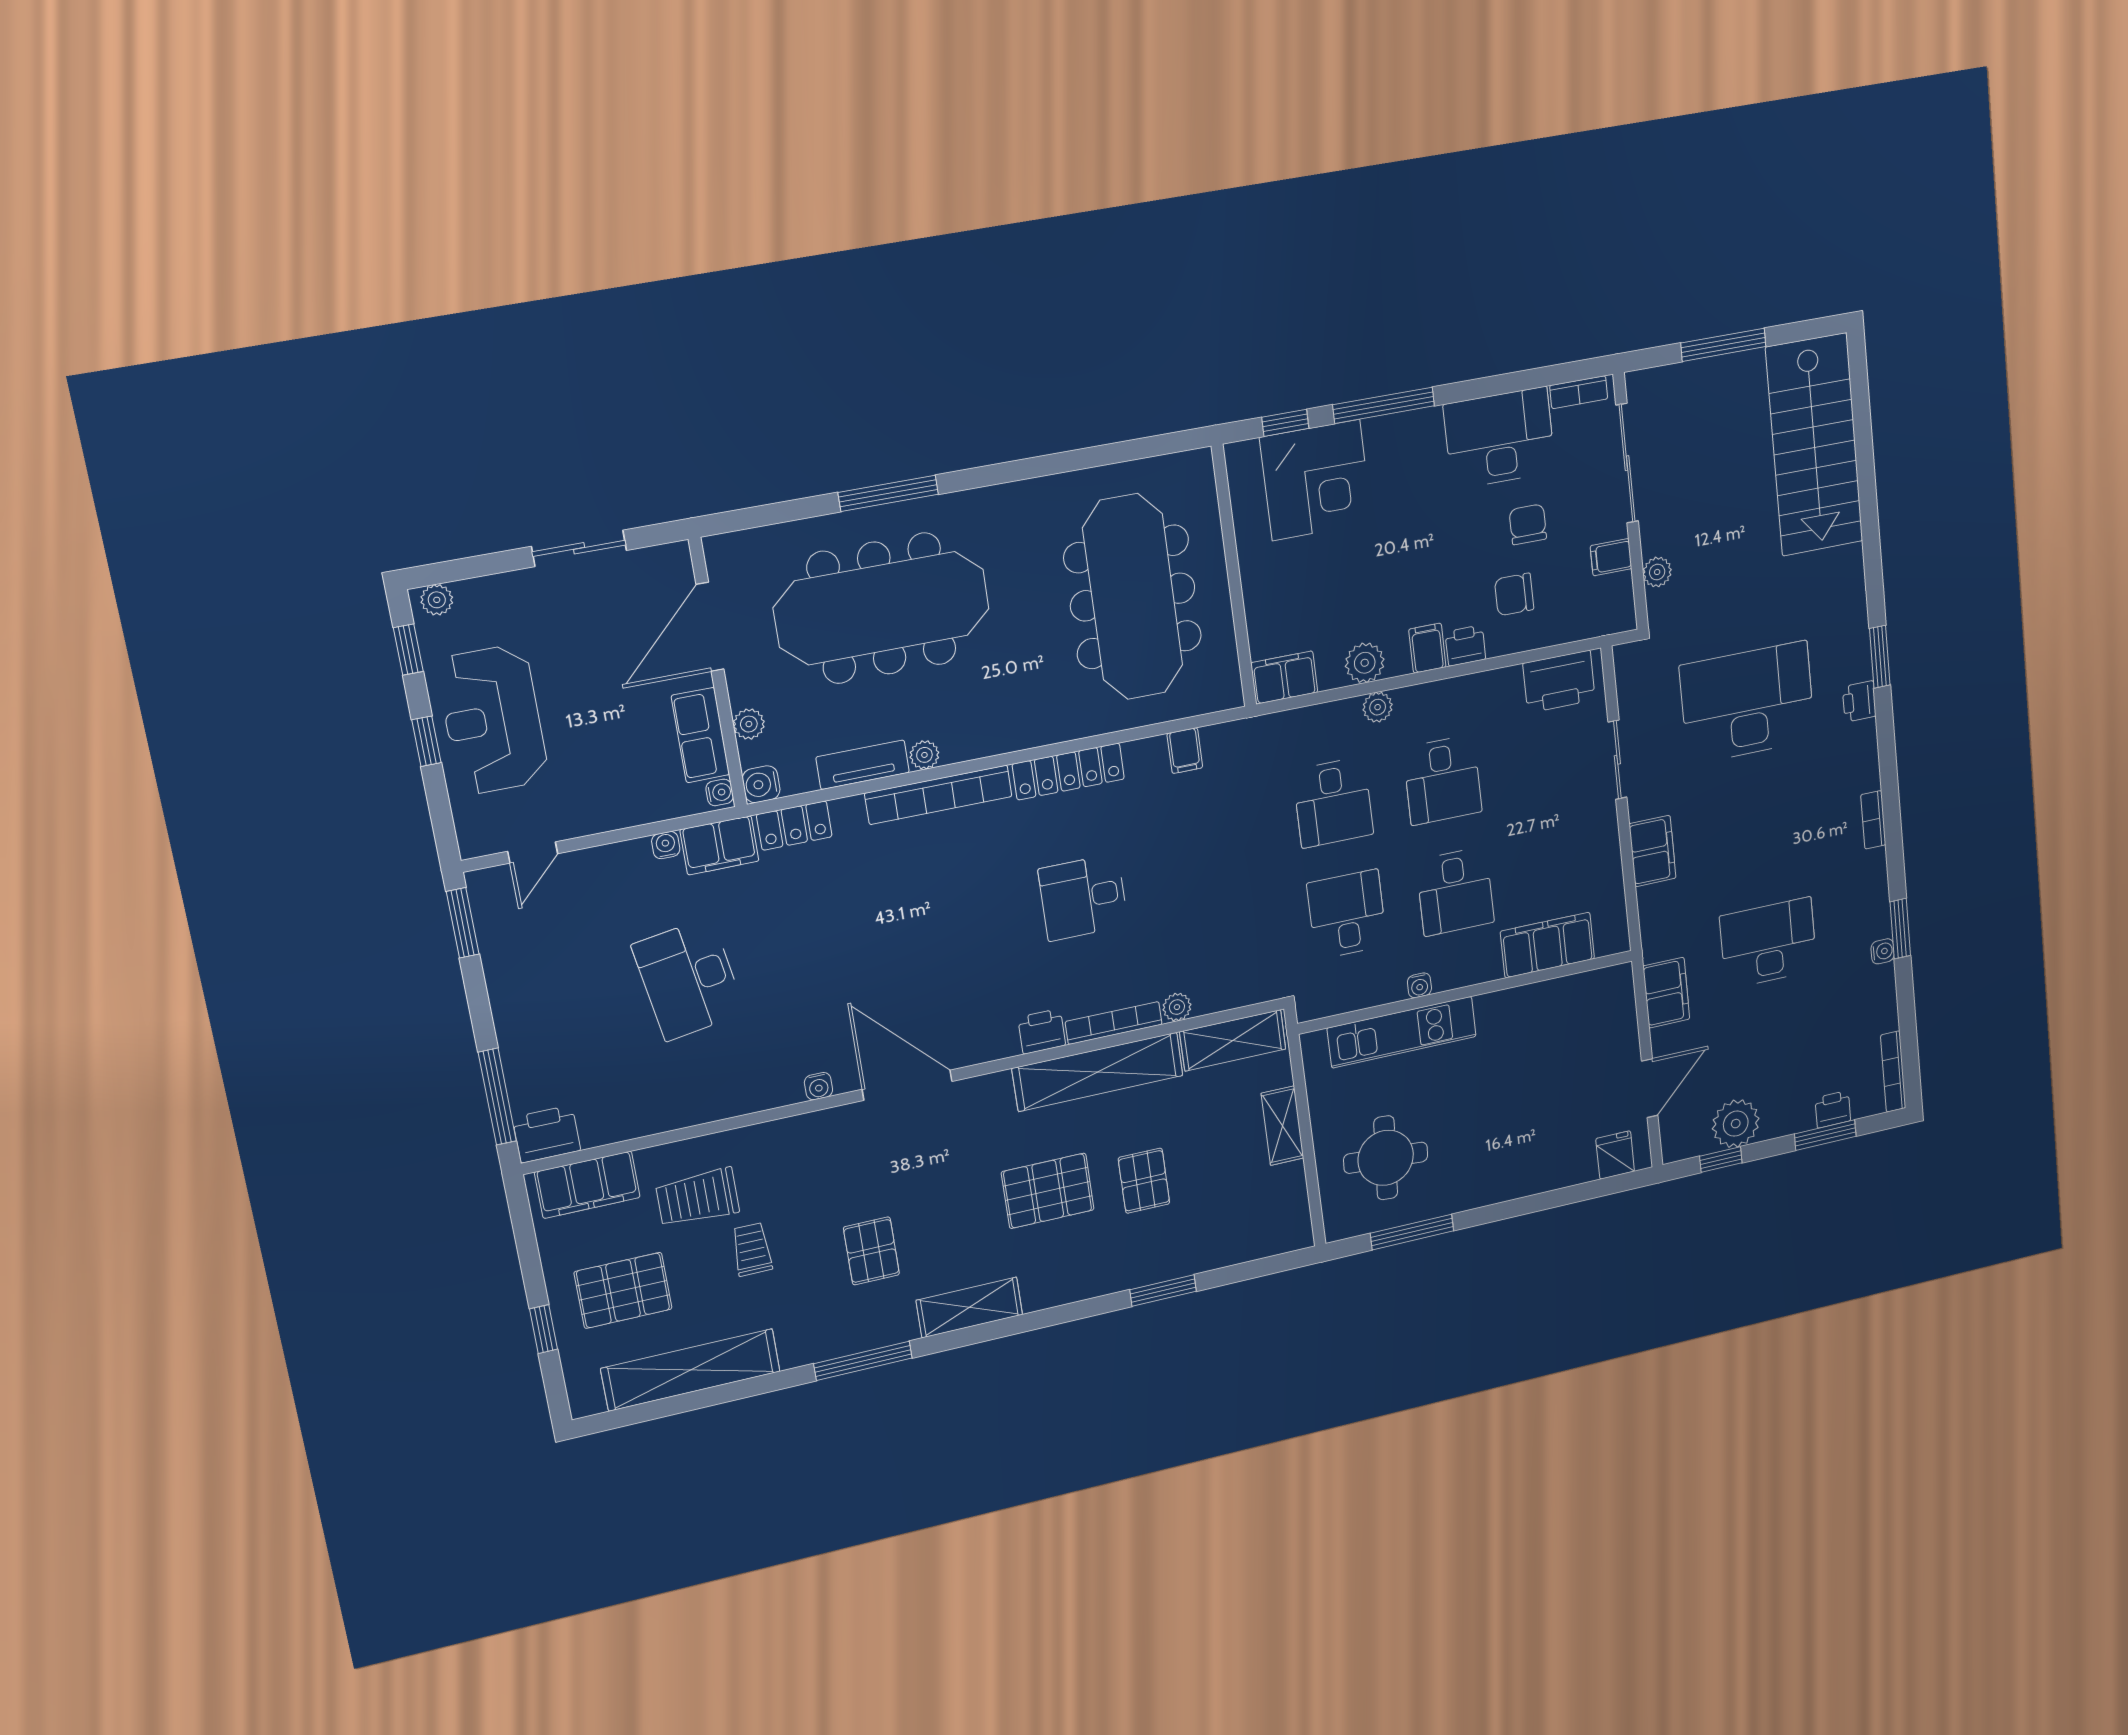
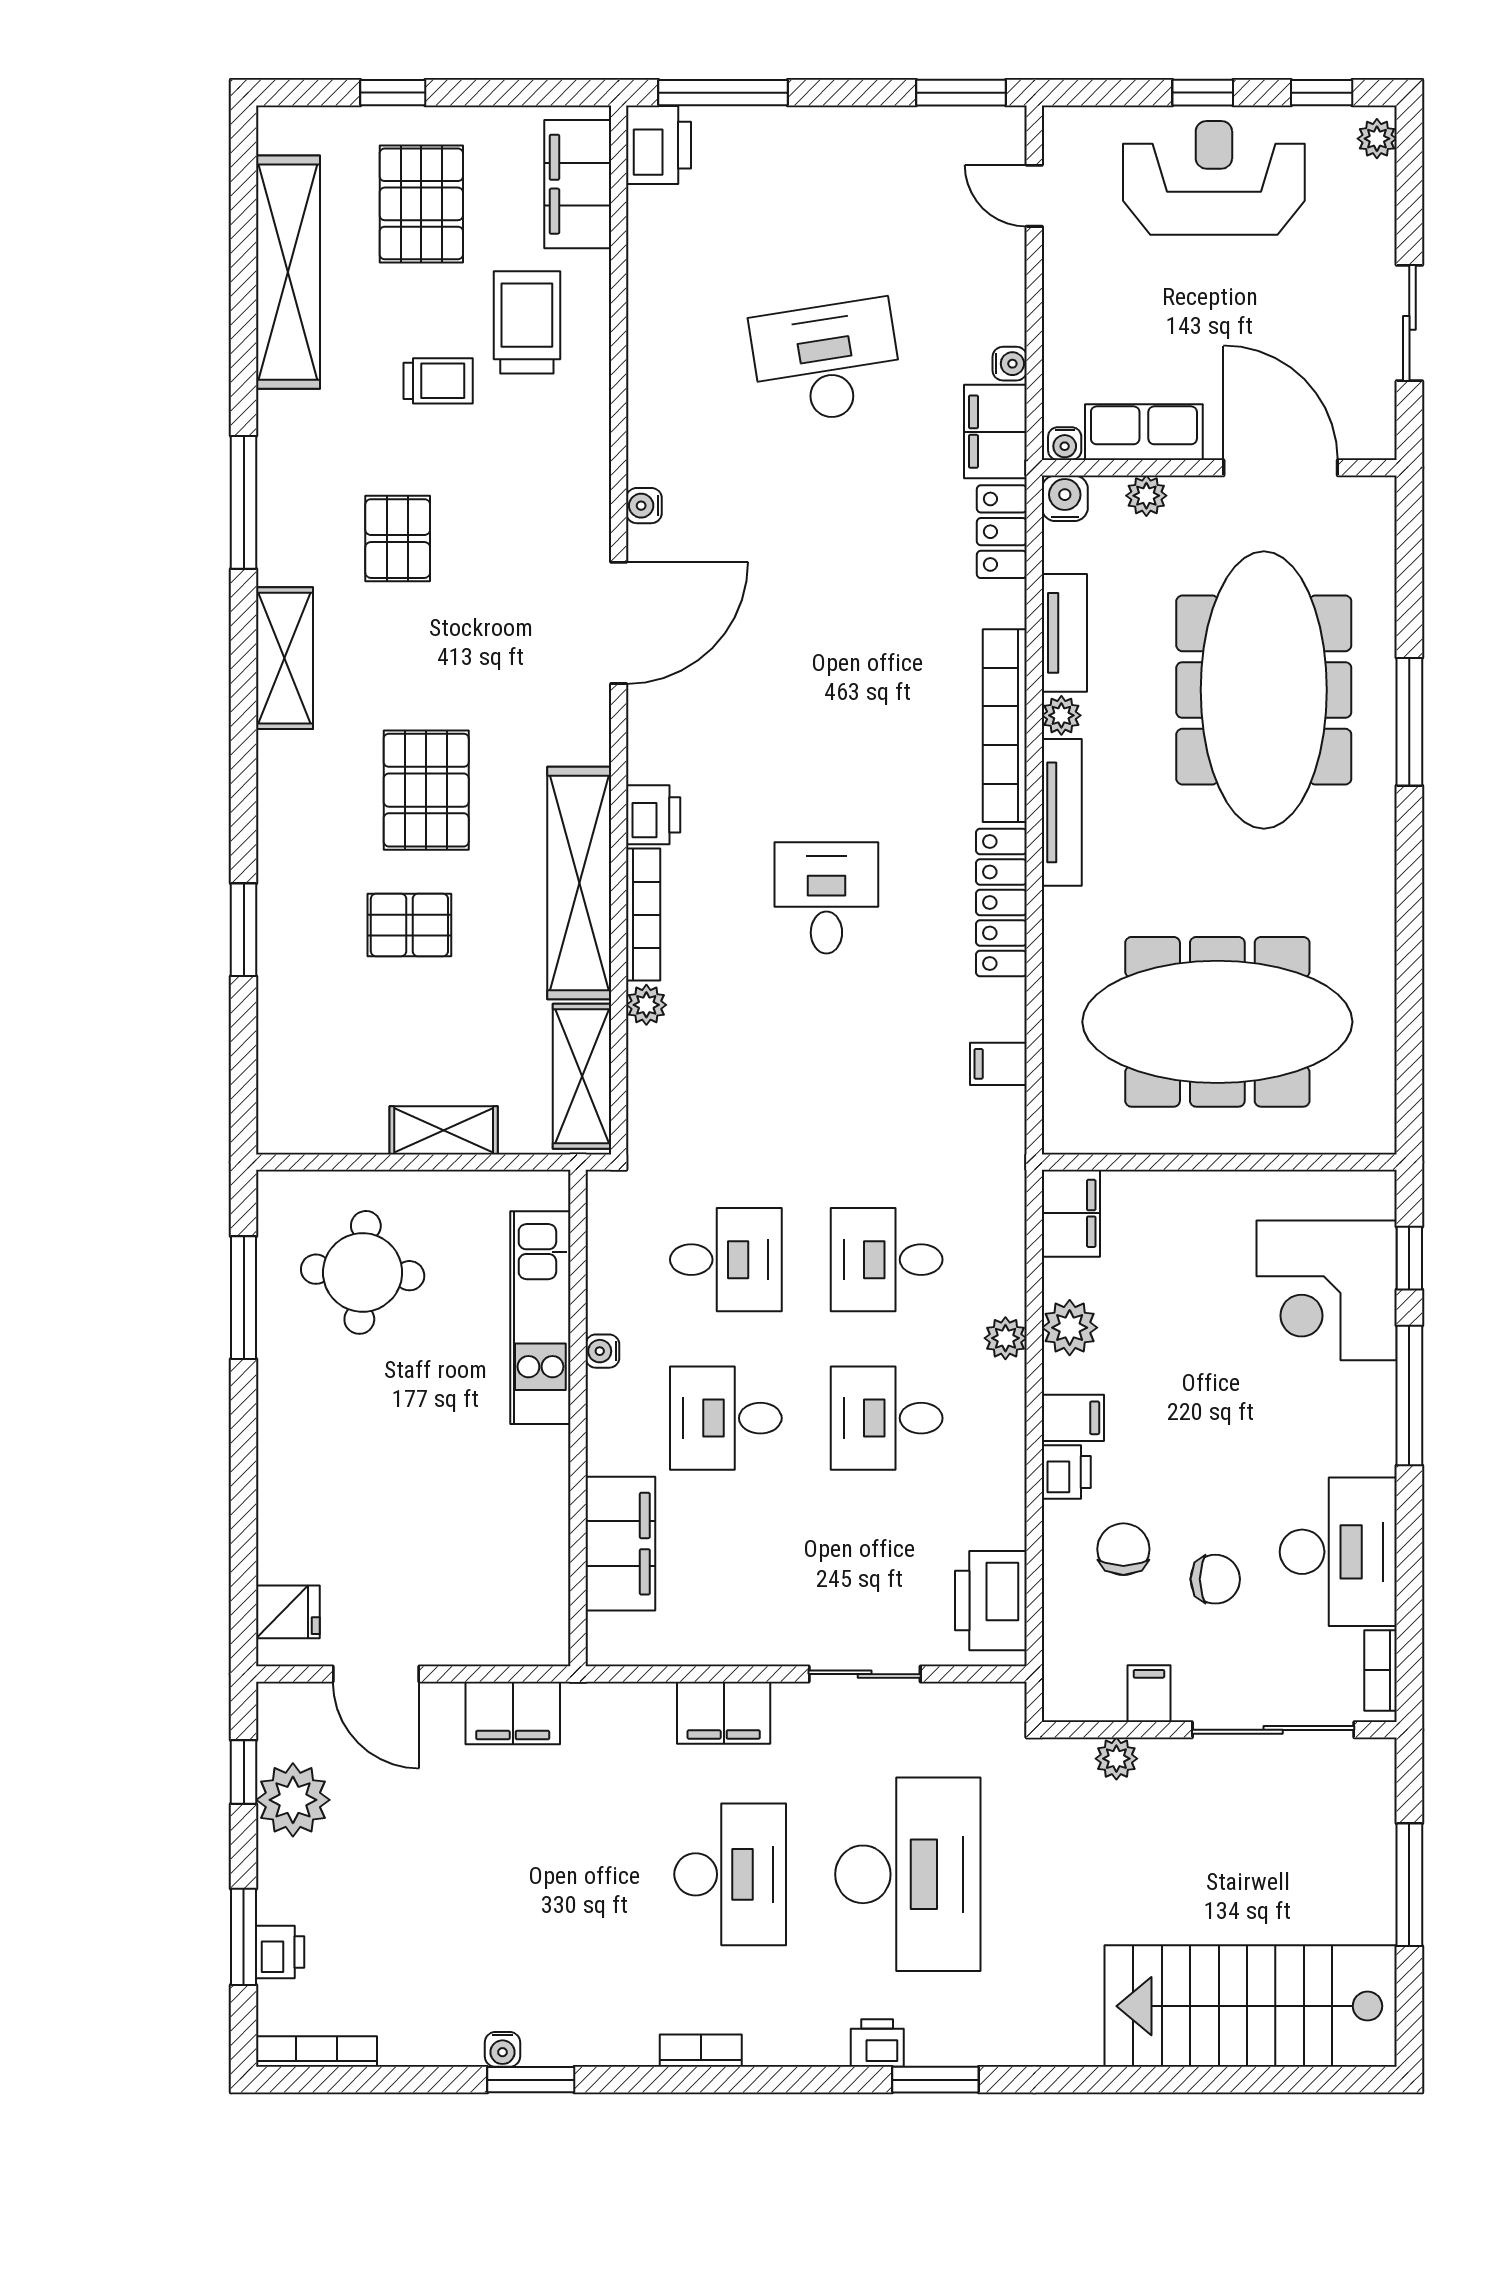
tv unit: (996, 741) -> (1062, 812), added
desk: (1768, 943) -> (730, 1874), moved
pallet: (871, 1251) -> (398, 539), turned 90

